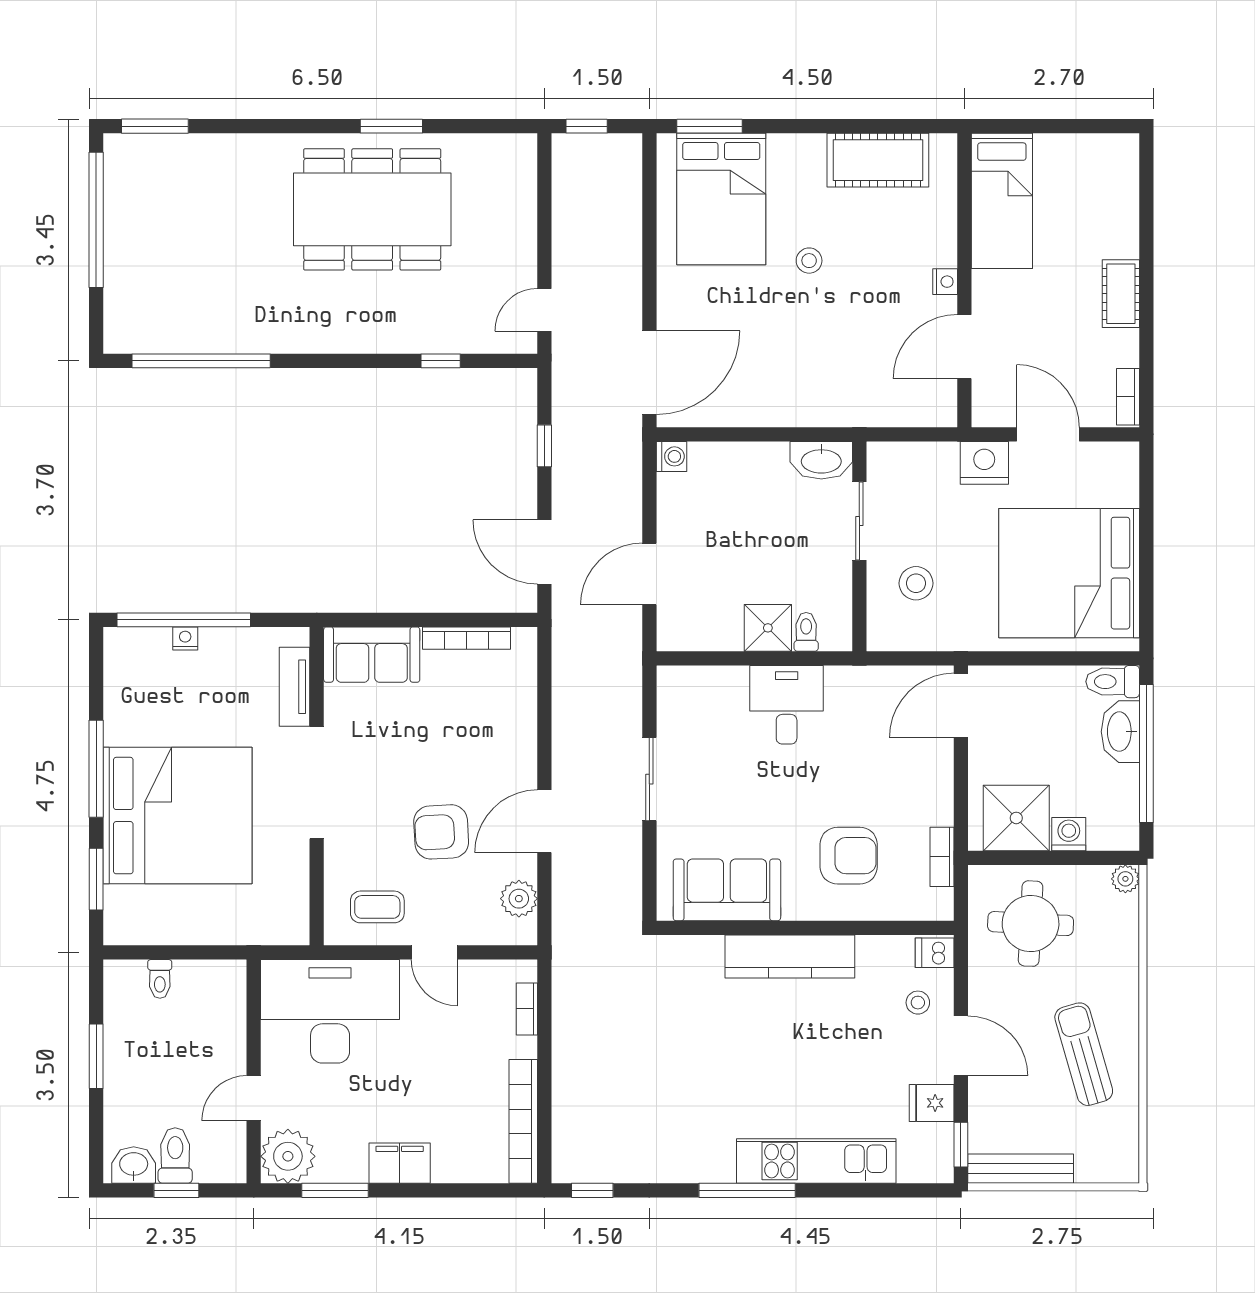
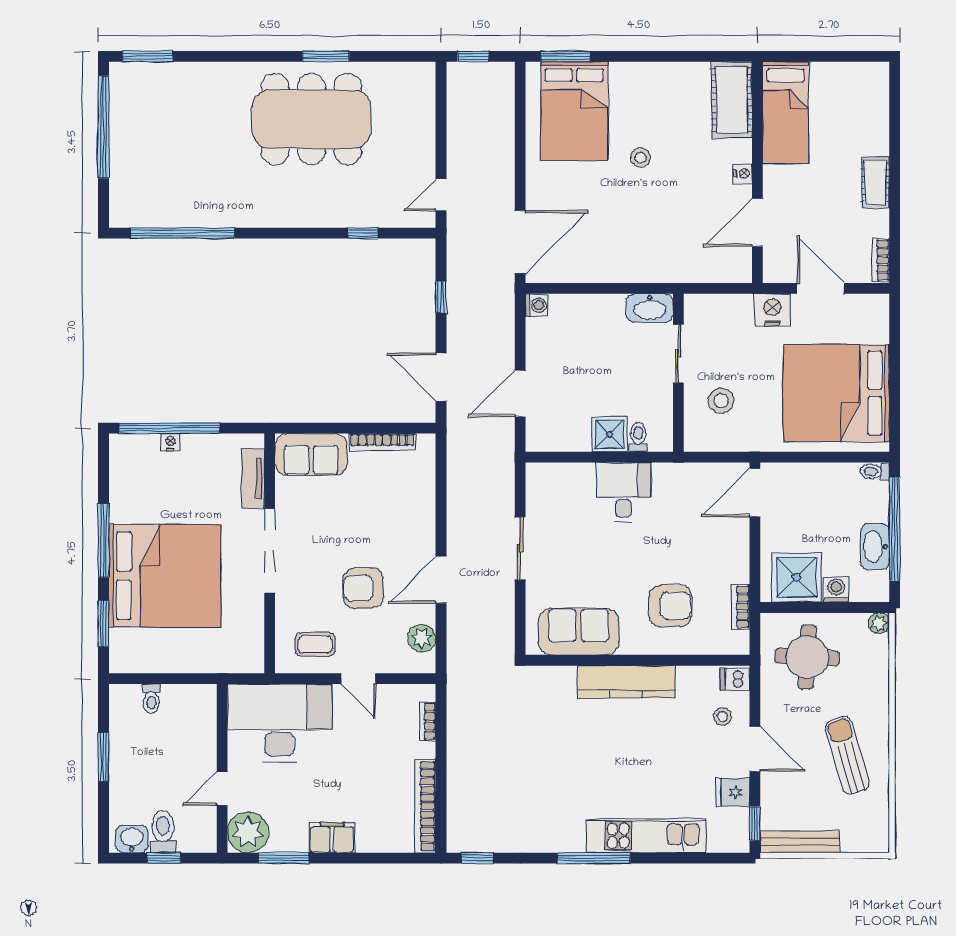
cot: (878, 160) -> (732, 100), moved, turned 90
toilet: (1113, 682) -> (875, 471), width x0.73, depth x0.72
washbasin: (1120, 732) -> (875, 547), moved

